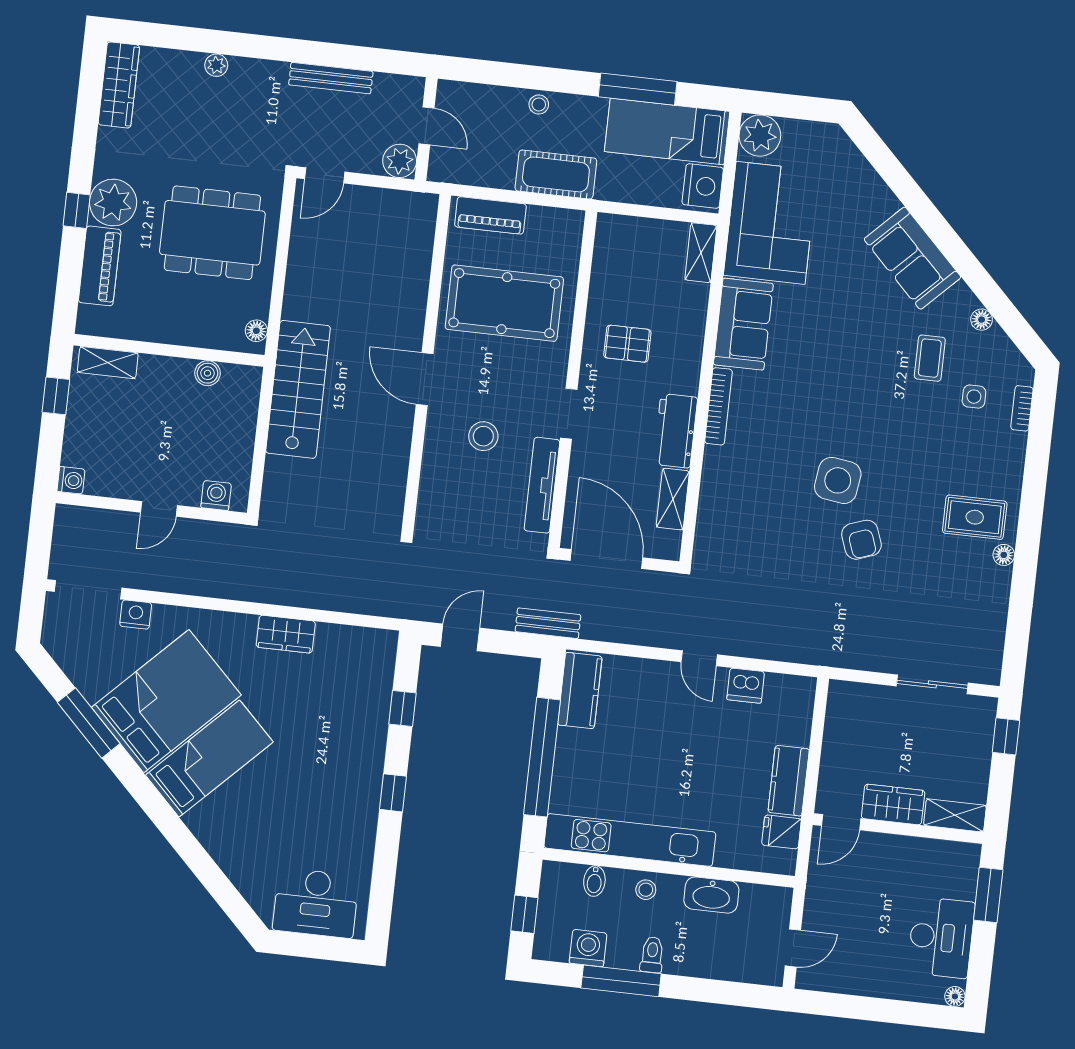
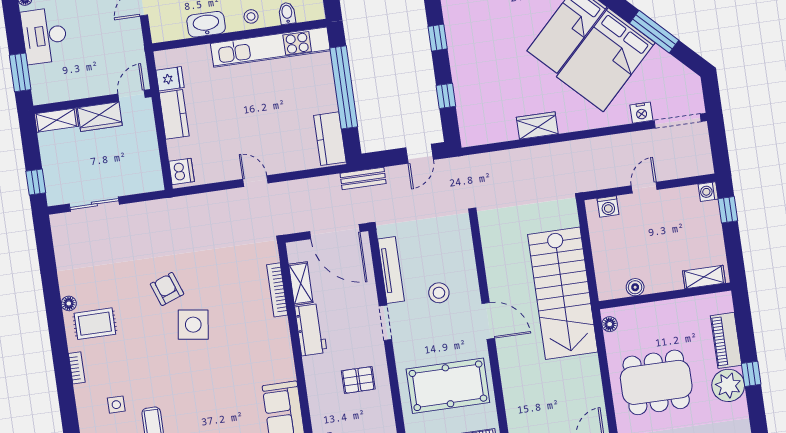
stairs: (298, 389) -> (563, 293), width x1.36, depth x1.51
window: (56, 396) -> (728, 210), moved
bookcase: (718, 406) -> (277, 290), moved
bookcase: (1022, 408) -> (77, 368), moved
dishwasher: (746, 686) -> (182, 171), moved, turned 90

